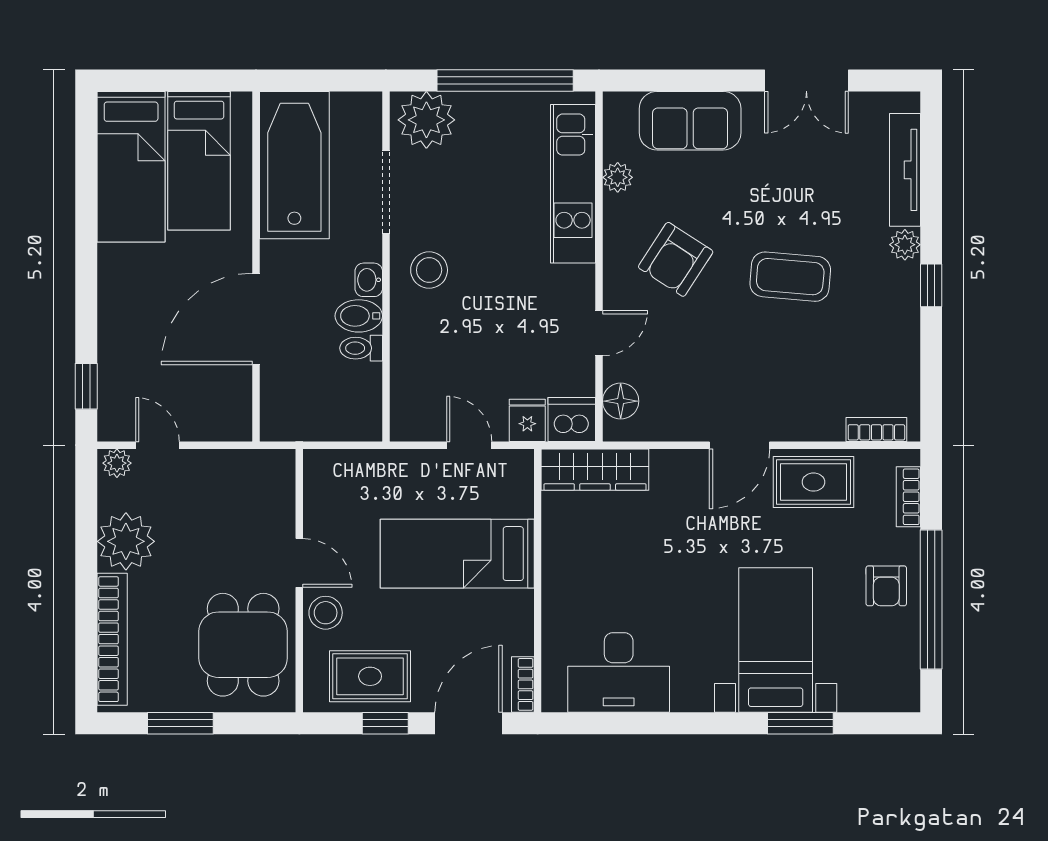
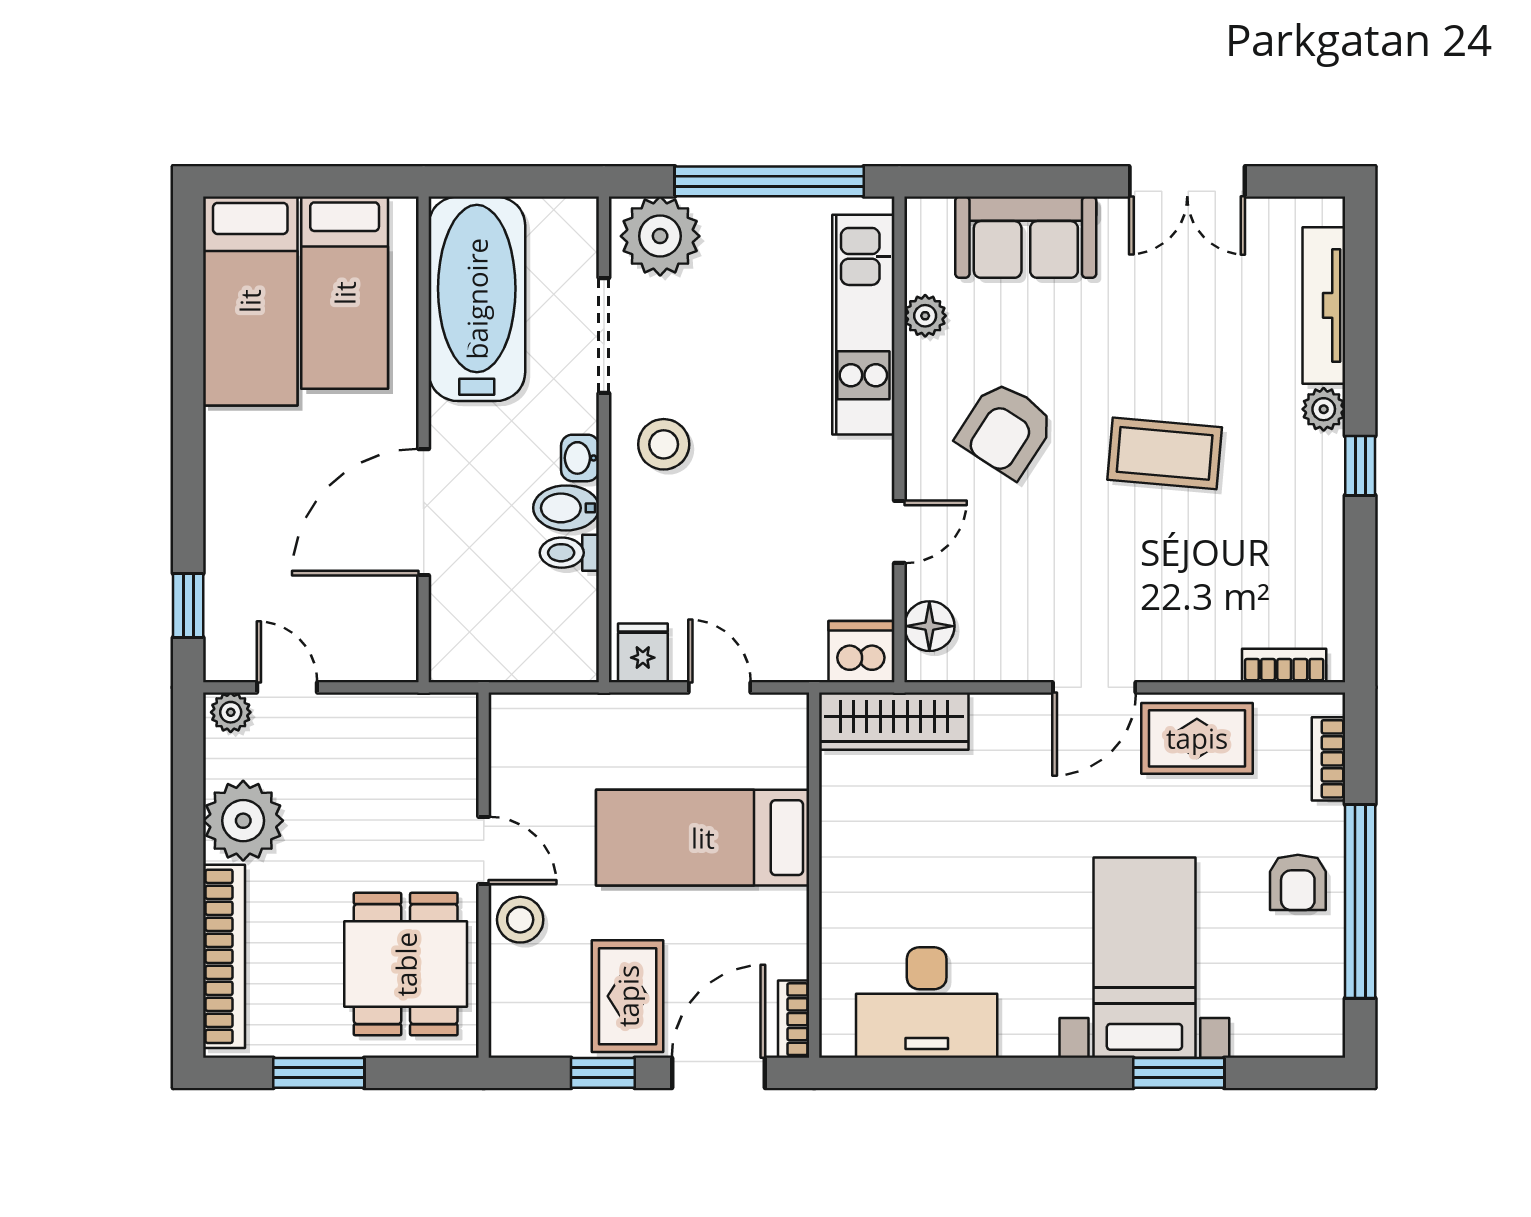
fridge: (527, 420) -> (643, 653), moved
rug: (370, 676) -> (628, 996), moved, turned 90

